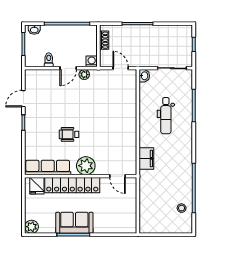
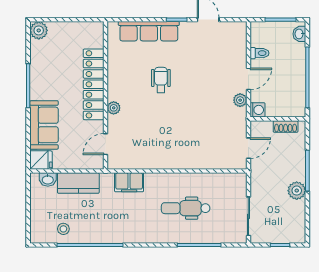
plant: (153, 32) -> (297, 191), added
door: (68, 68) -> (248, 79), swing flipped
washbasin: (144, 76) -> (48, 180), moved
plant: (86, 166) -> (114, 108), width x0.53, depth x0.53
row of seats: (48, 167) -> (149, 31), moved, turned 90
fridge: (37, 186) -> (41, 160), moved, turned 180
kitchen counter: (147, 197) -> (78, 183), added
sofa: (74, 223) -> (44, 125), moved

